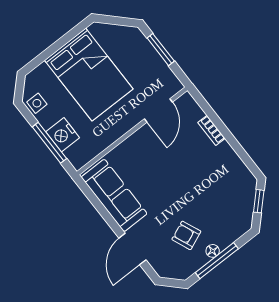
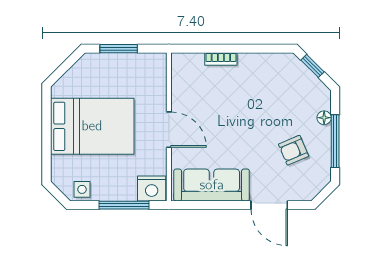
door: (158, 110) -> (169, 130), moved
nightstand: (63, 135) -> (152, 189), moved
floor lamp: (213, 251) -> (324, 118), moved

